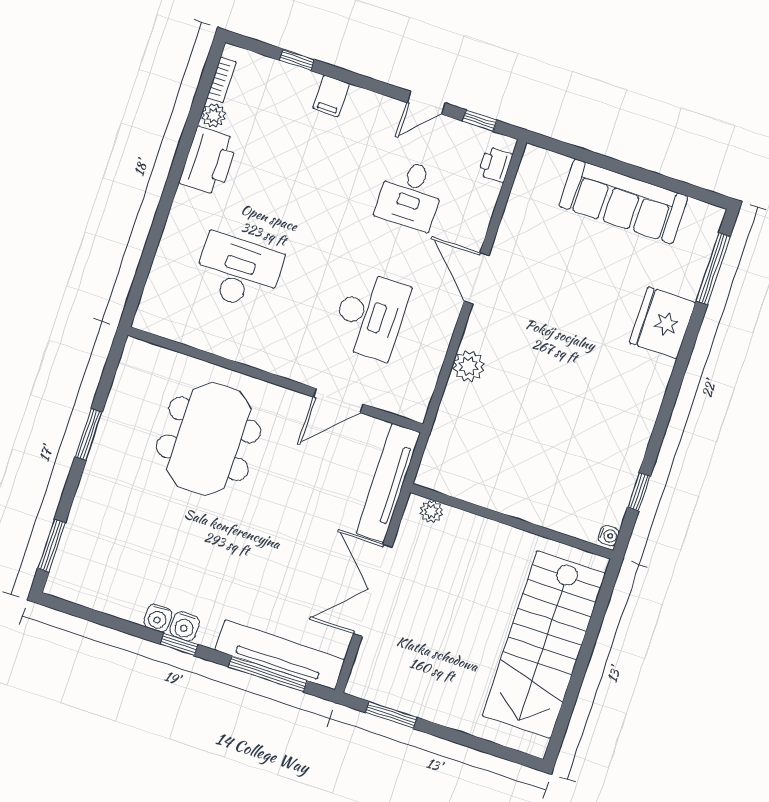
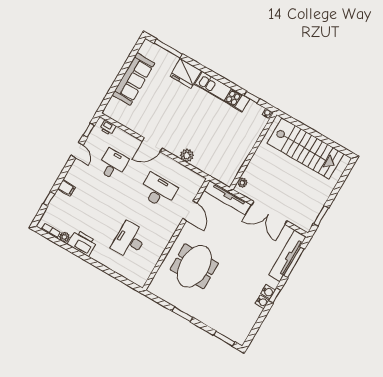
desk: (410, 195) -> (113, 164), turned -90
kitchen unit: (638, 418) -> (222, 92), added
meeting table: (209, 439) -> (194, 266), turned 90

